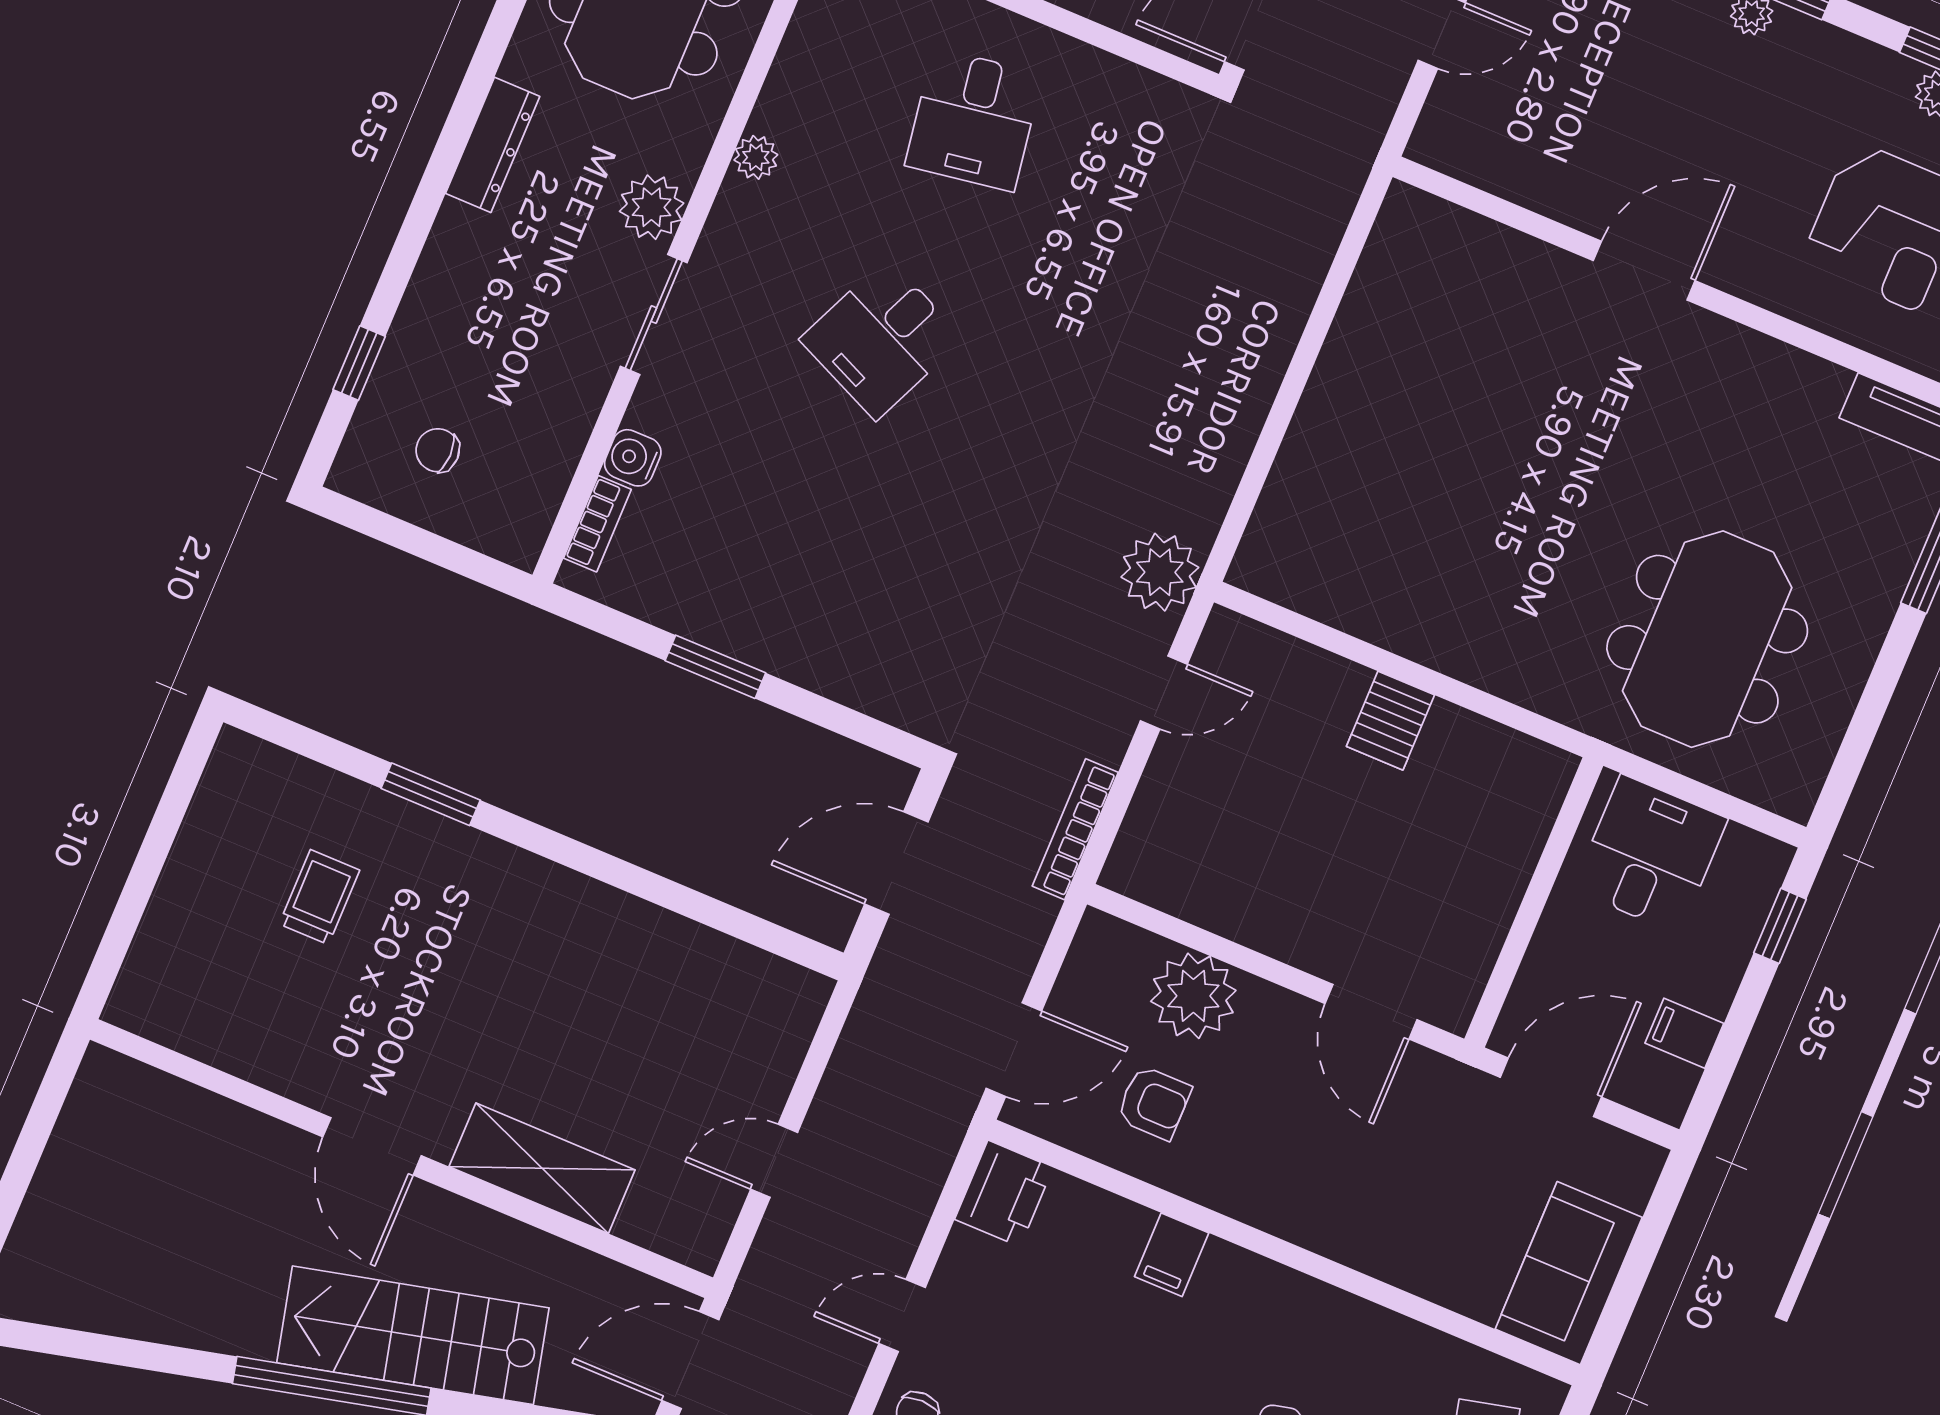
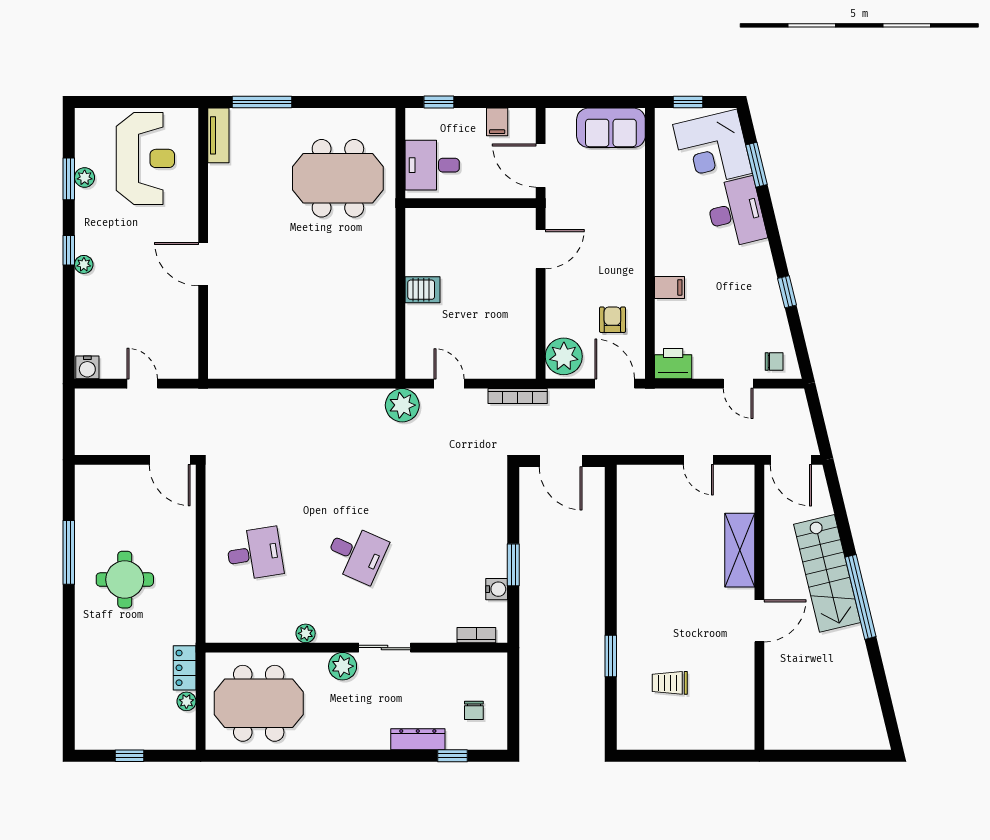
dresser: (493, 145) -> (418, 739), moved
water cooler: (633, 458) -> (497, 589), moved, turned -90
plant: (1193, 996) -> (564, 356), moved

